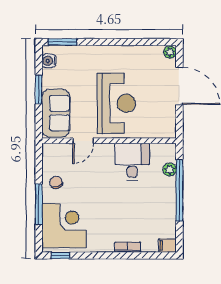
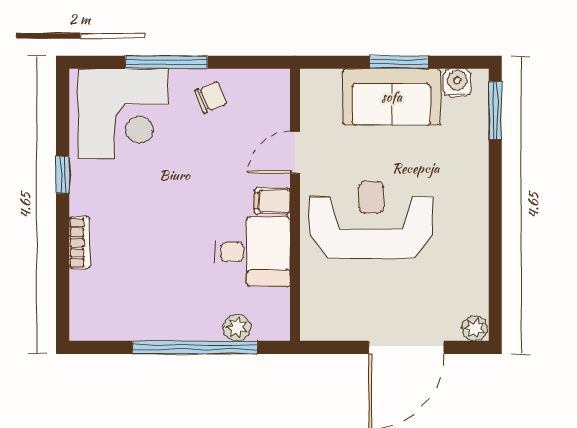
reception desk: (116, 103) -> (371, 220), turned 180
sofa: (56, 113) -> (392, 97), moved
door: (83, 141) -> (295, 152), hinge flipped
filing cabinet: (167, 245) -> (272, 201), moved, turned -90
window: (60, 255) -> (63, 175), moved

